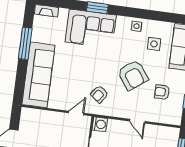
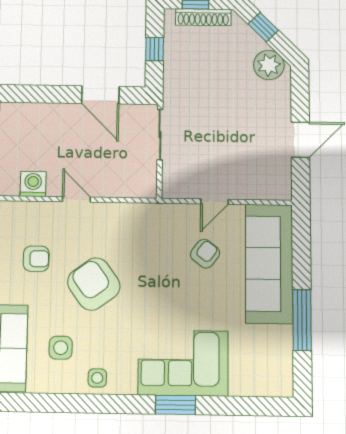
fireplace: (46, 11) -> (271, 388), removed
armchair: (99, 94) -> (205, 254), moved
door: (76, 113) -> (215, 202), moved
washing machine: (100, 124) -> (33, 184), moved, turned 90

